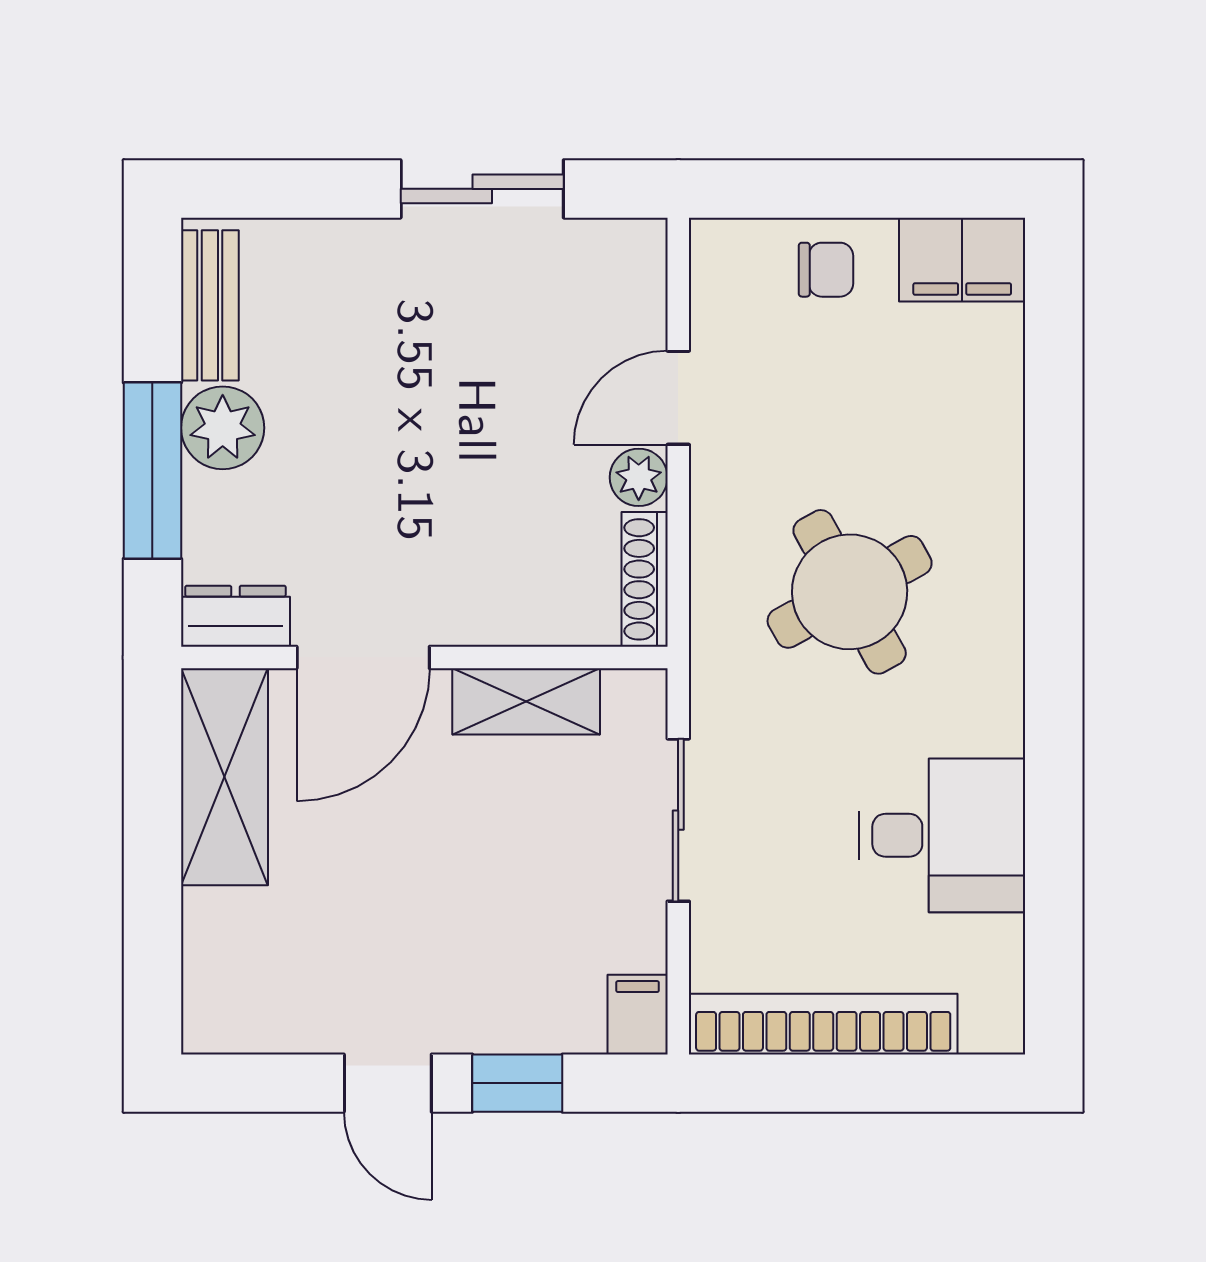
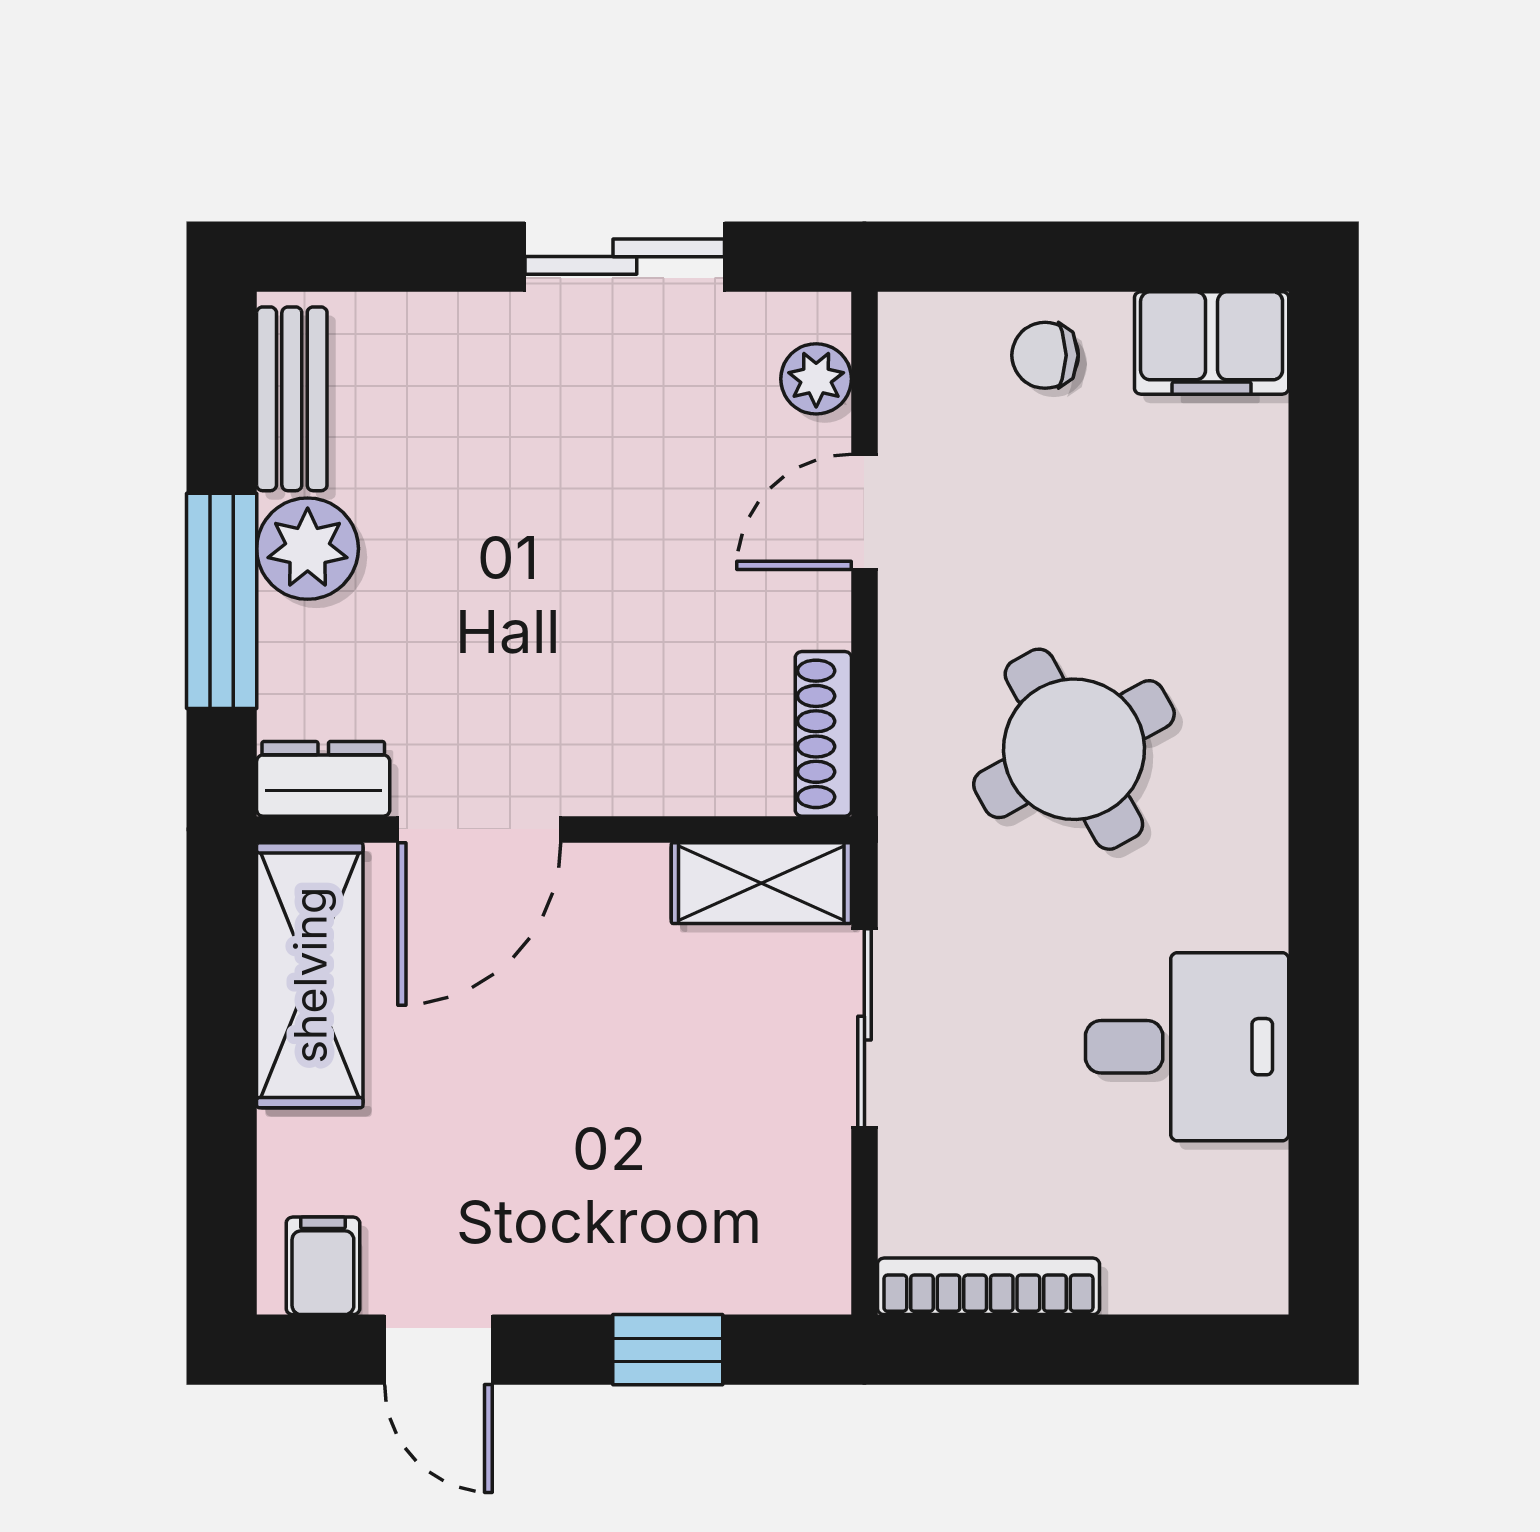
chair: (826, 270) -> (1045, 355), turned 180
plant: (639, 477) -> (816, 379), moved
shelving: (526, 701) -> (761, 883), moved
filing cabinet: (638, 1015) -> (323, 1266), moved
bookcase: (823, 1024) -> (988, 1286), width x0.68, depth x0.76
door: (388, 1083) -> (438, 1350), moved

